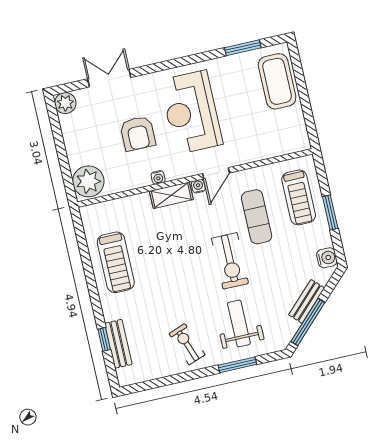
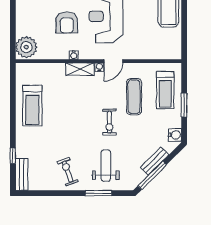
exercise bike: (230, 261) -> (109, 122), width x0.73, depth x0.72
bench: (118, 344) -> (22, 174), moved

